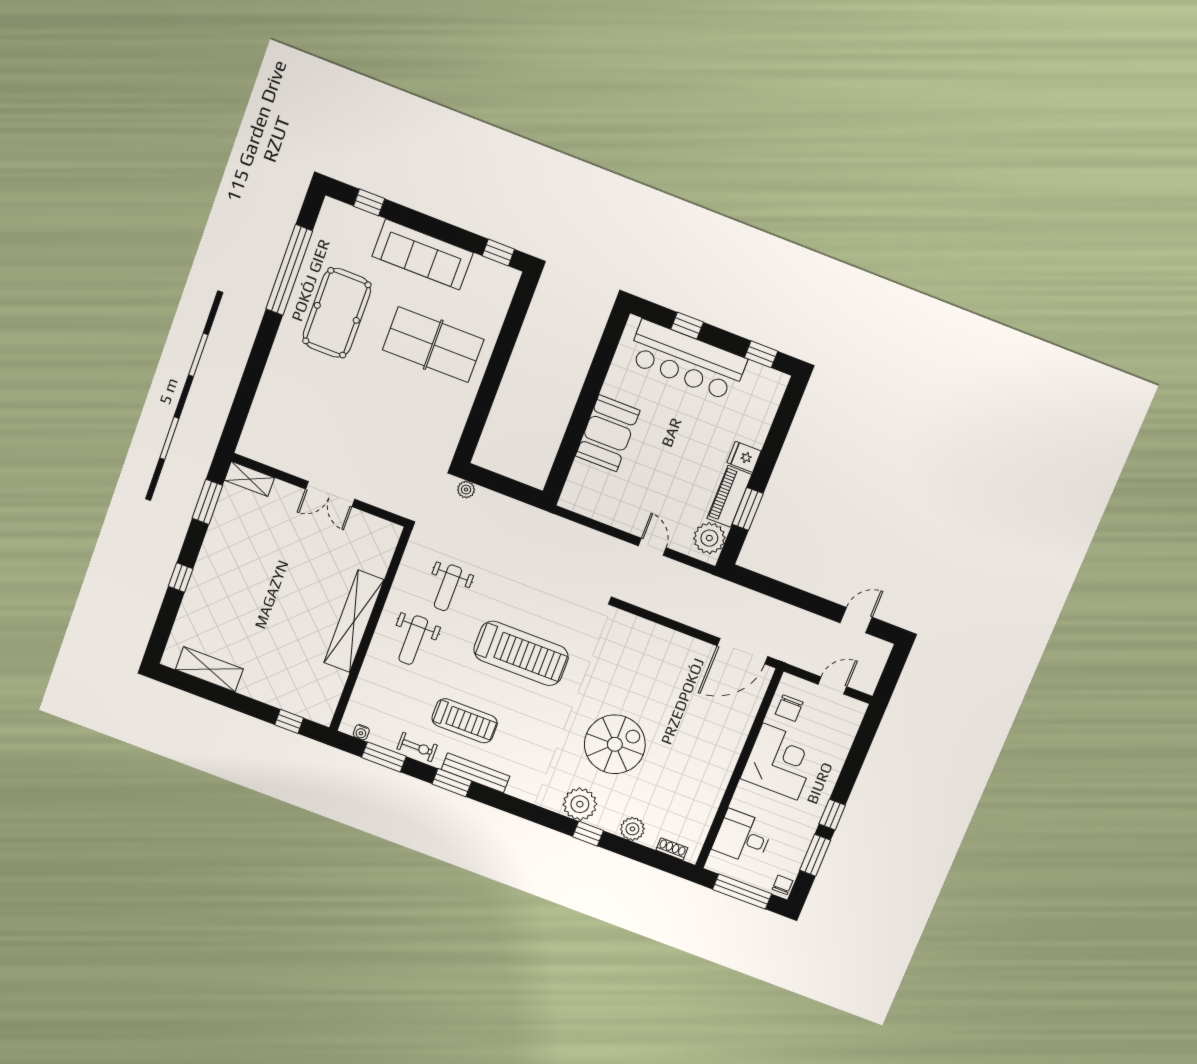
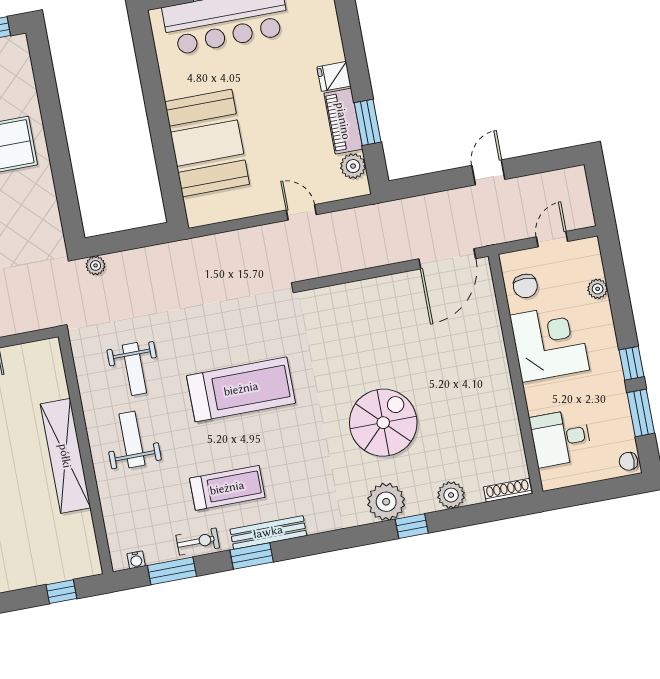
booth: (608, 433) -> (207, 143), width x1.36, depth x1.42
plant: (709, 538) -> (353, 166), width x0.73, depth x0.73
door: (856, 620) -> (488, 172), moved
weight bench: (413, 640) -> (132, 439), turned 180
plant: (843, 744) -> (598, 289), added
shoe rack: (672, 849) -> (508, 490), width x1.43
chair: (783, 885) -> (628, 461), turned -90
window: (742, 892) -> (594, 492), removed

